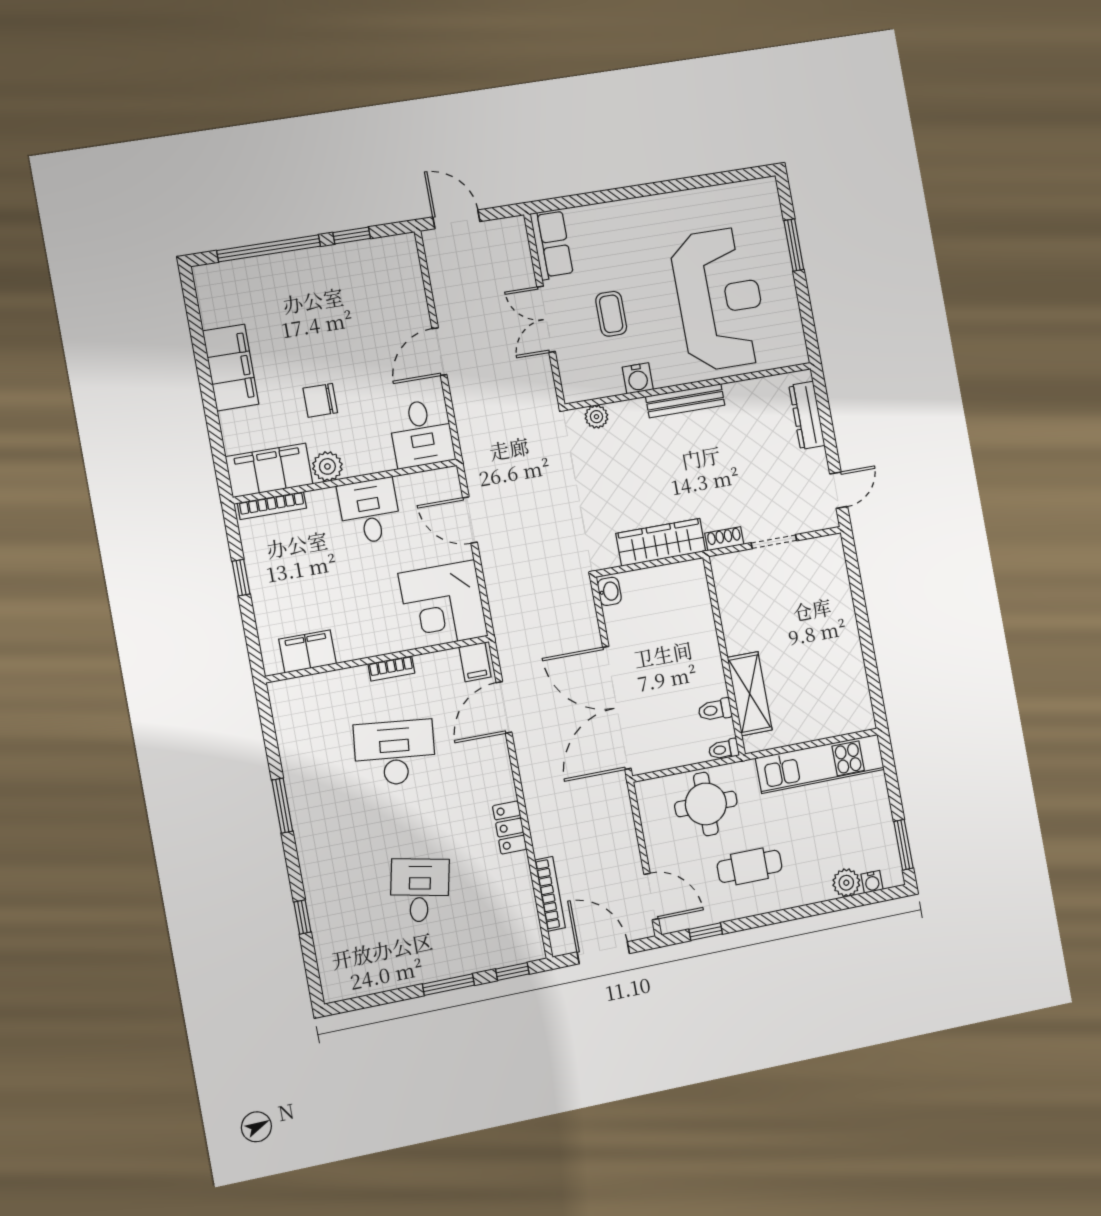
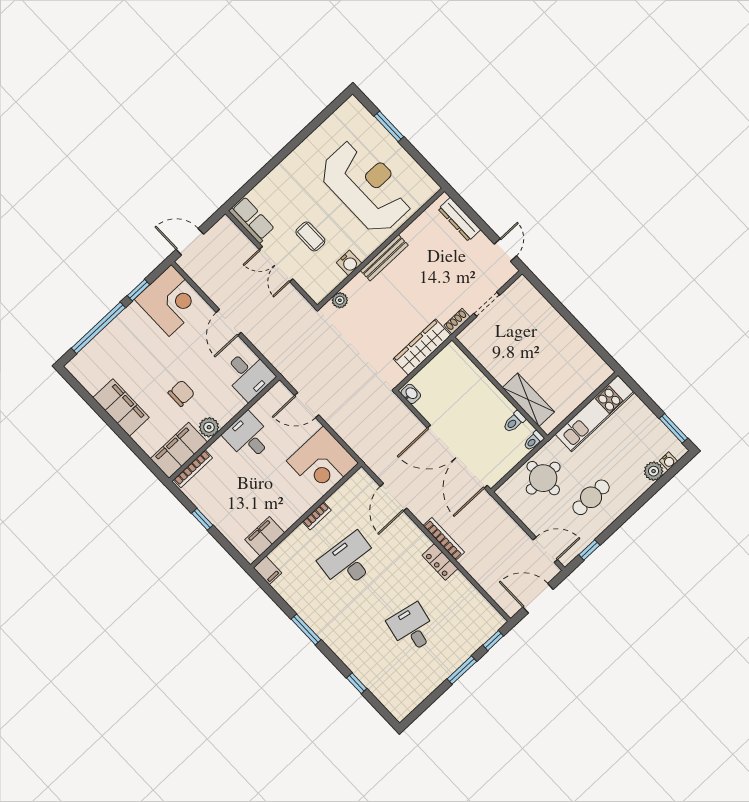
corner desk: (383, 275) -> (170, 300), added
chair: (320, 400) -> (181, 393), turned 180
filing cabinet: (475, 662) -> (268, 570), moved
bookcase: (550, 894) -> (444, 539), moved

